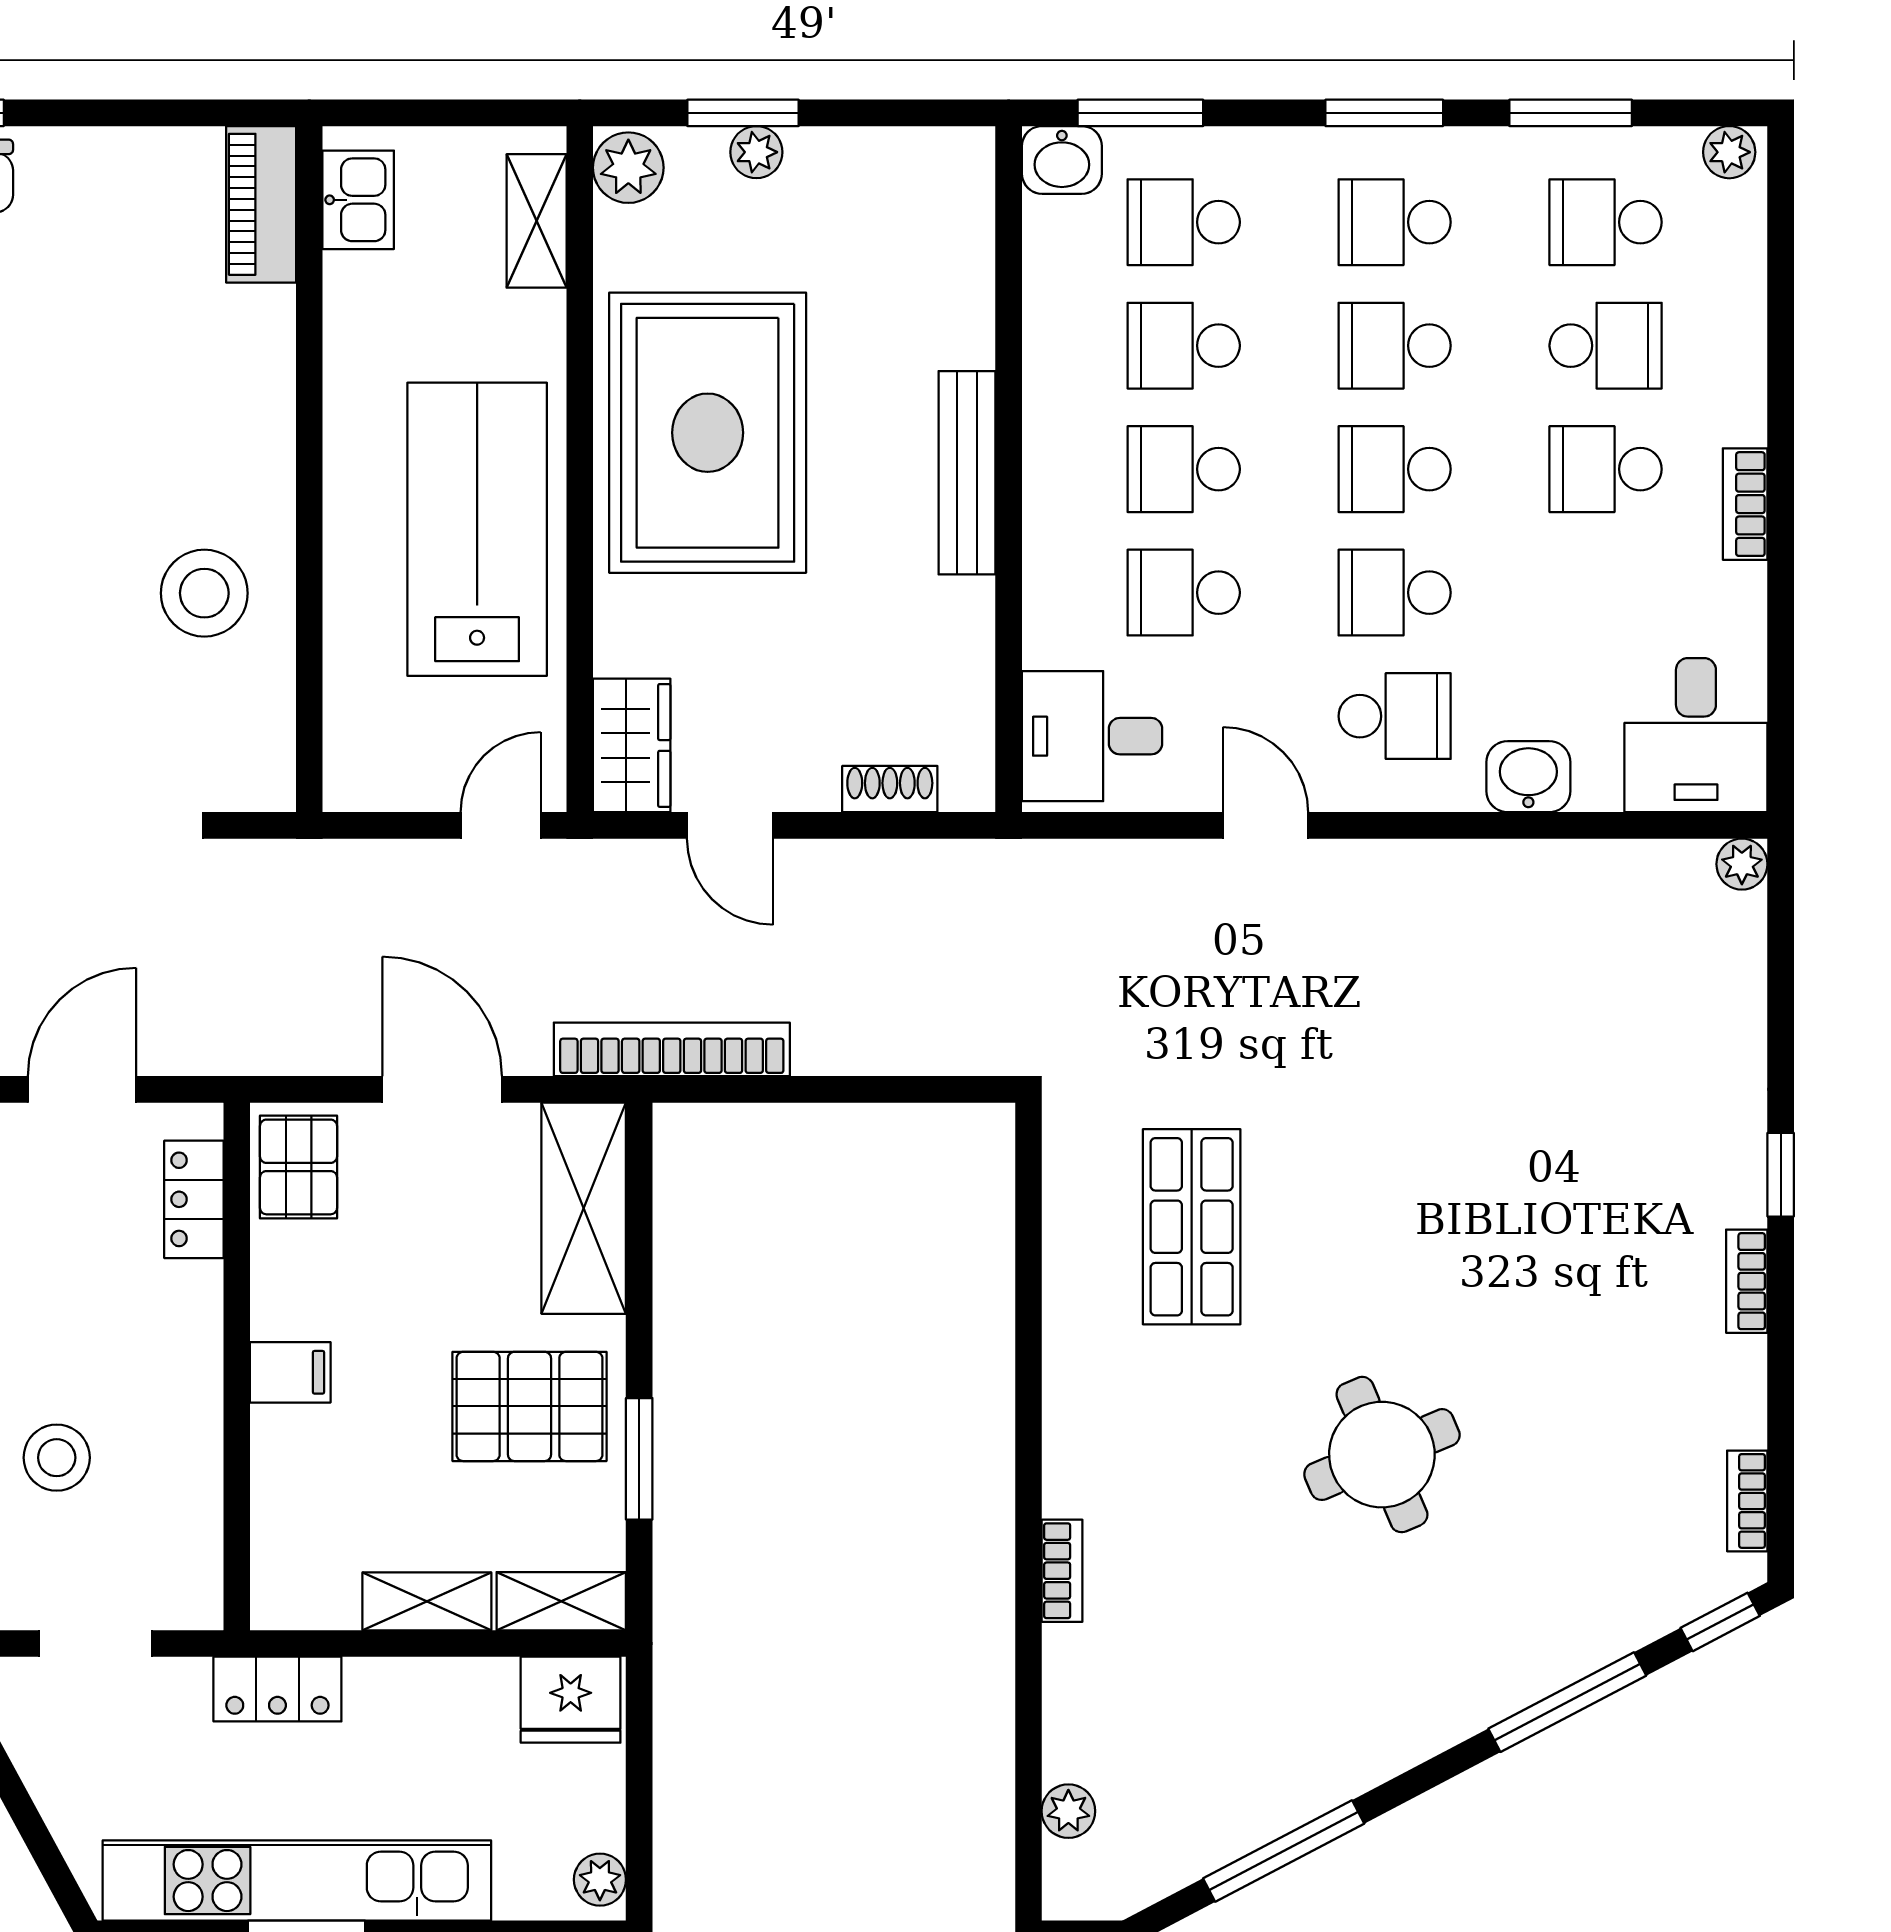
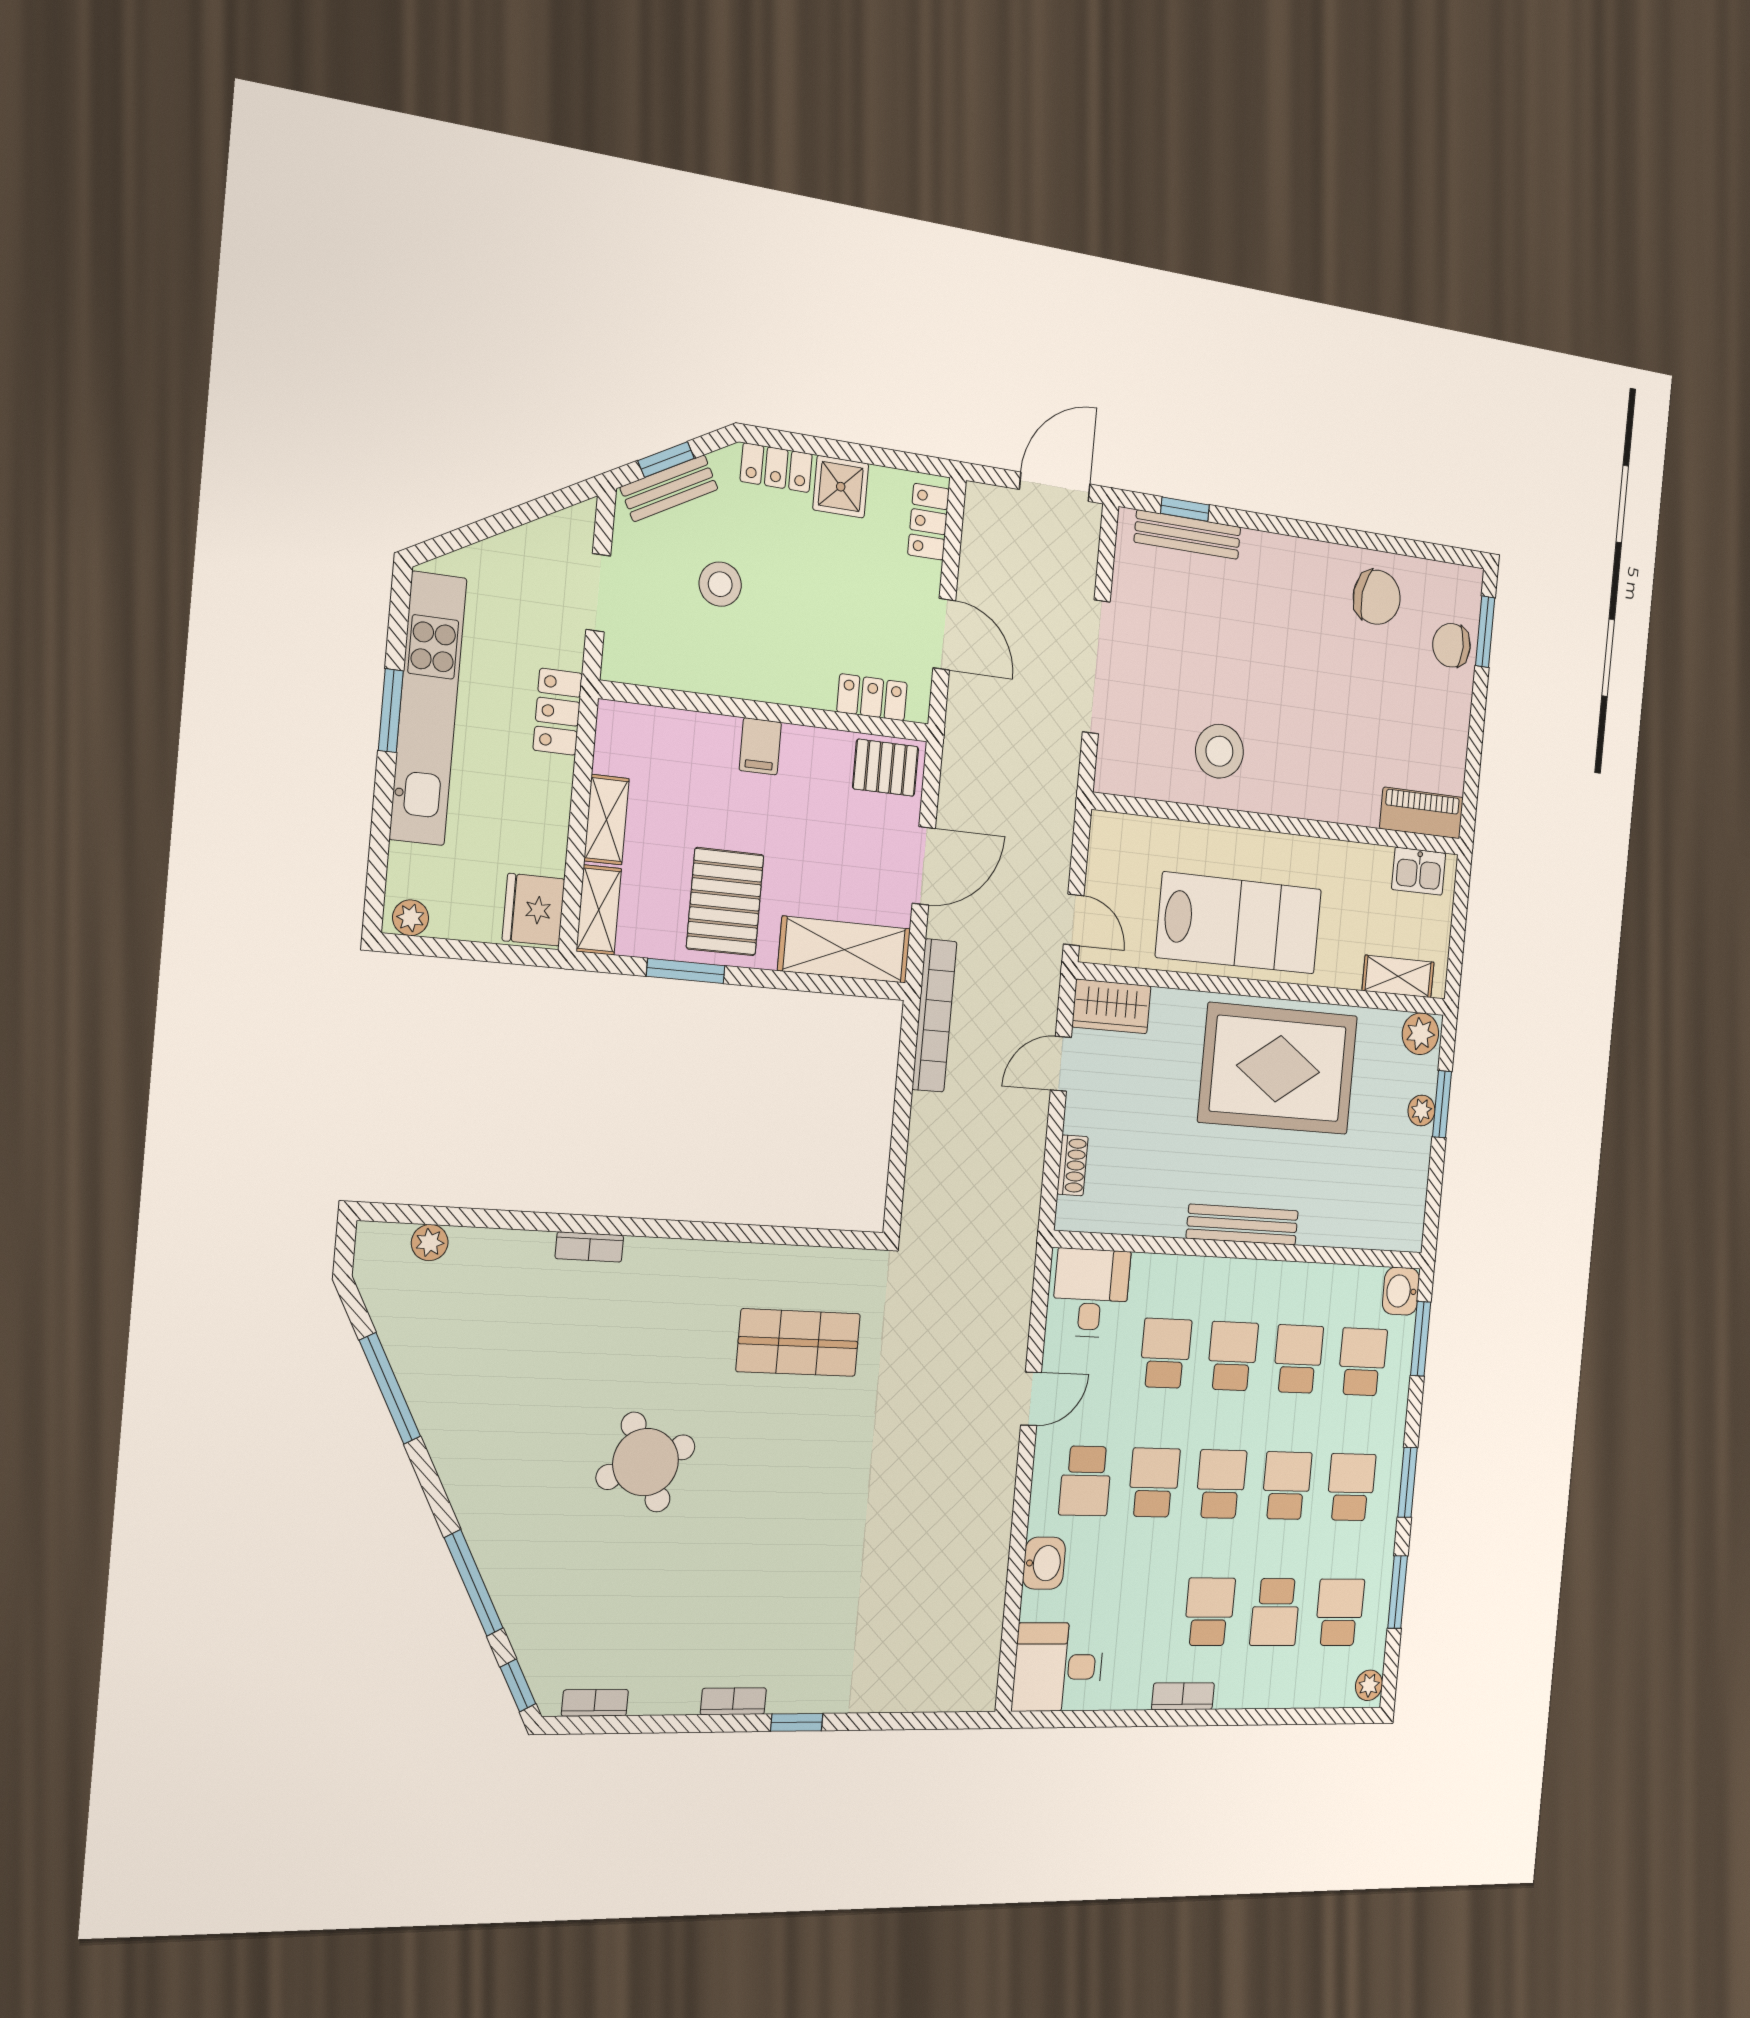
plant: (1742, 864) -> (982, 1696), removed

